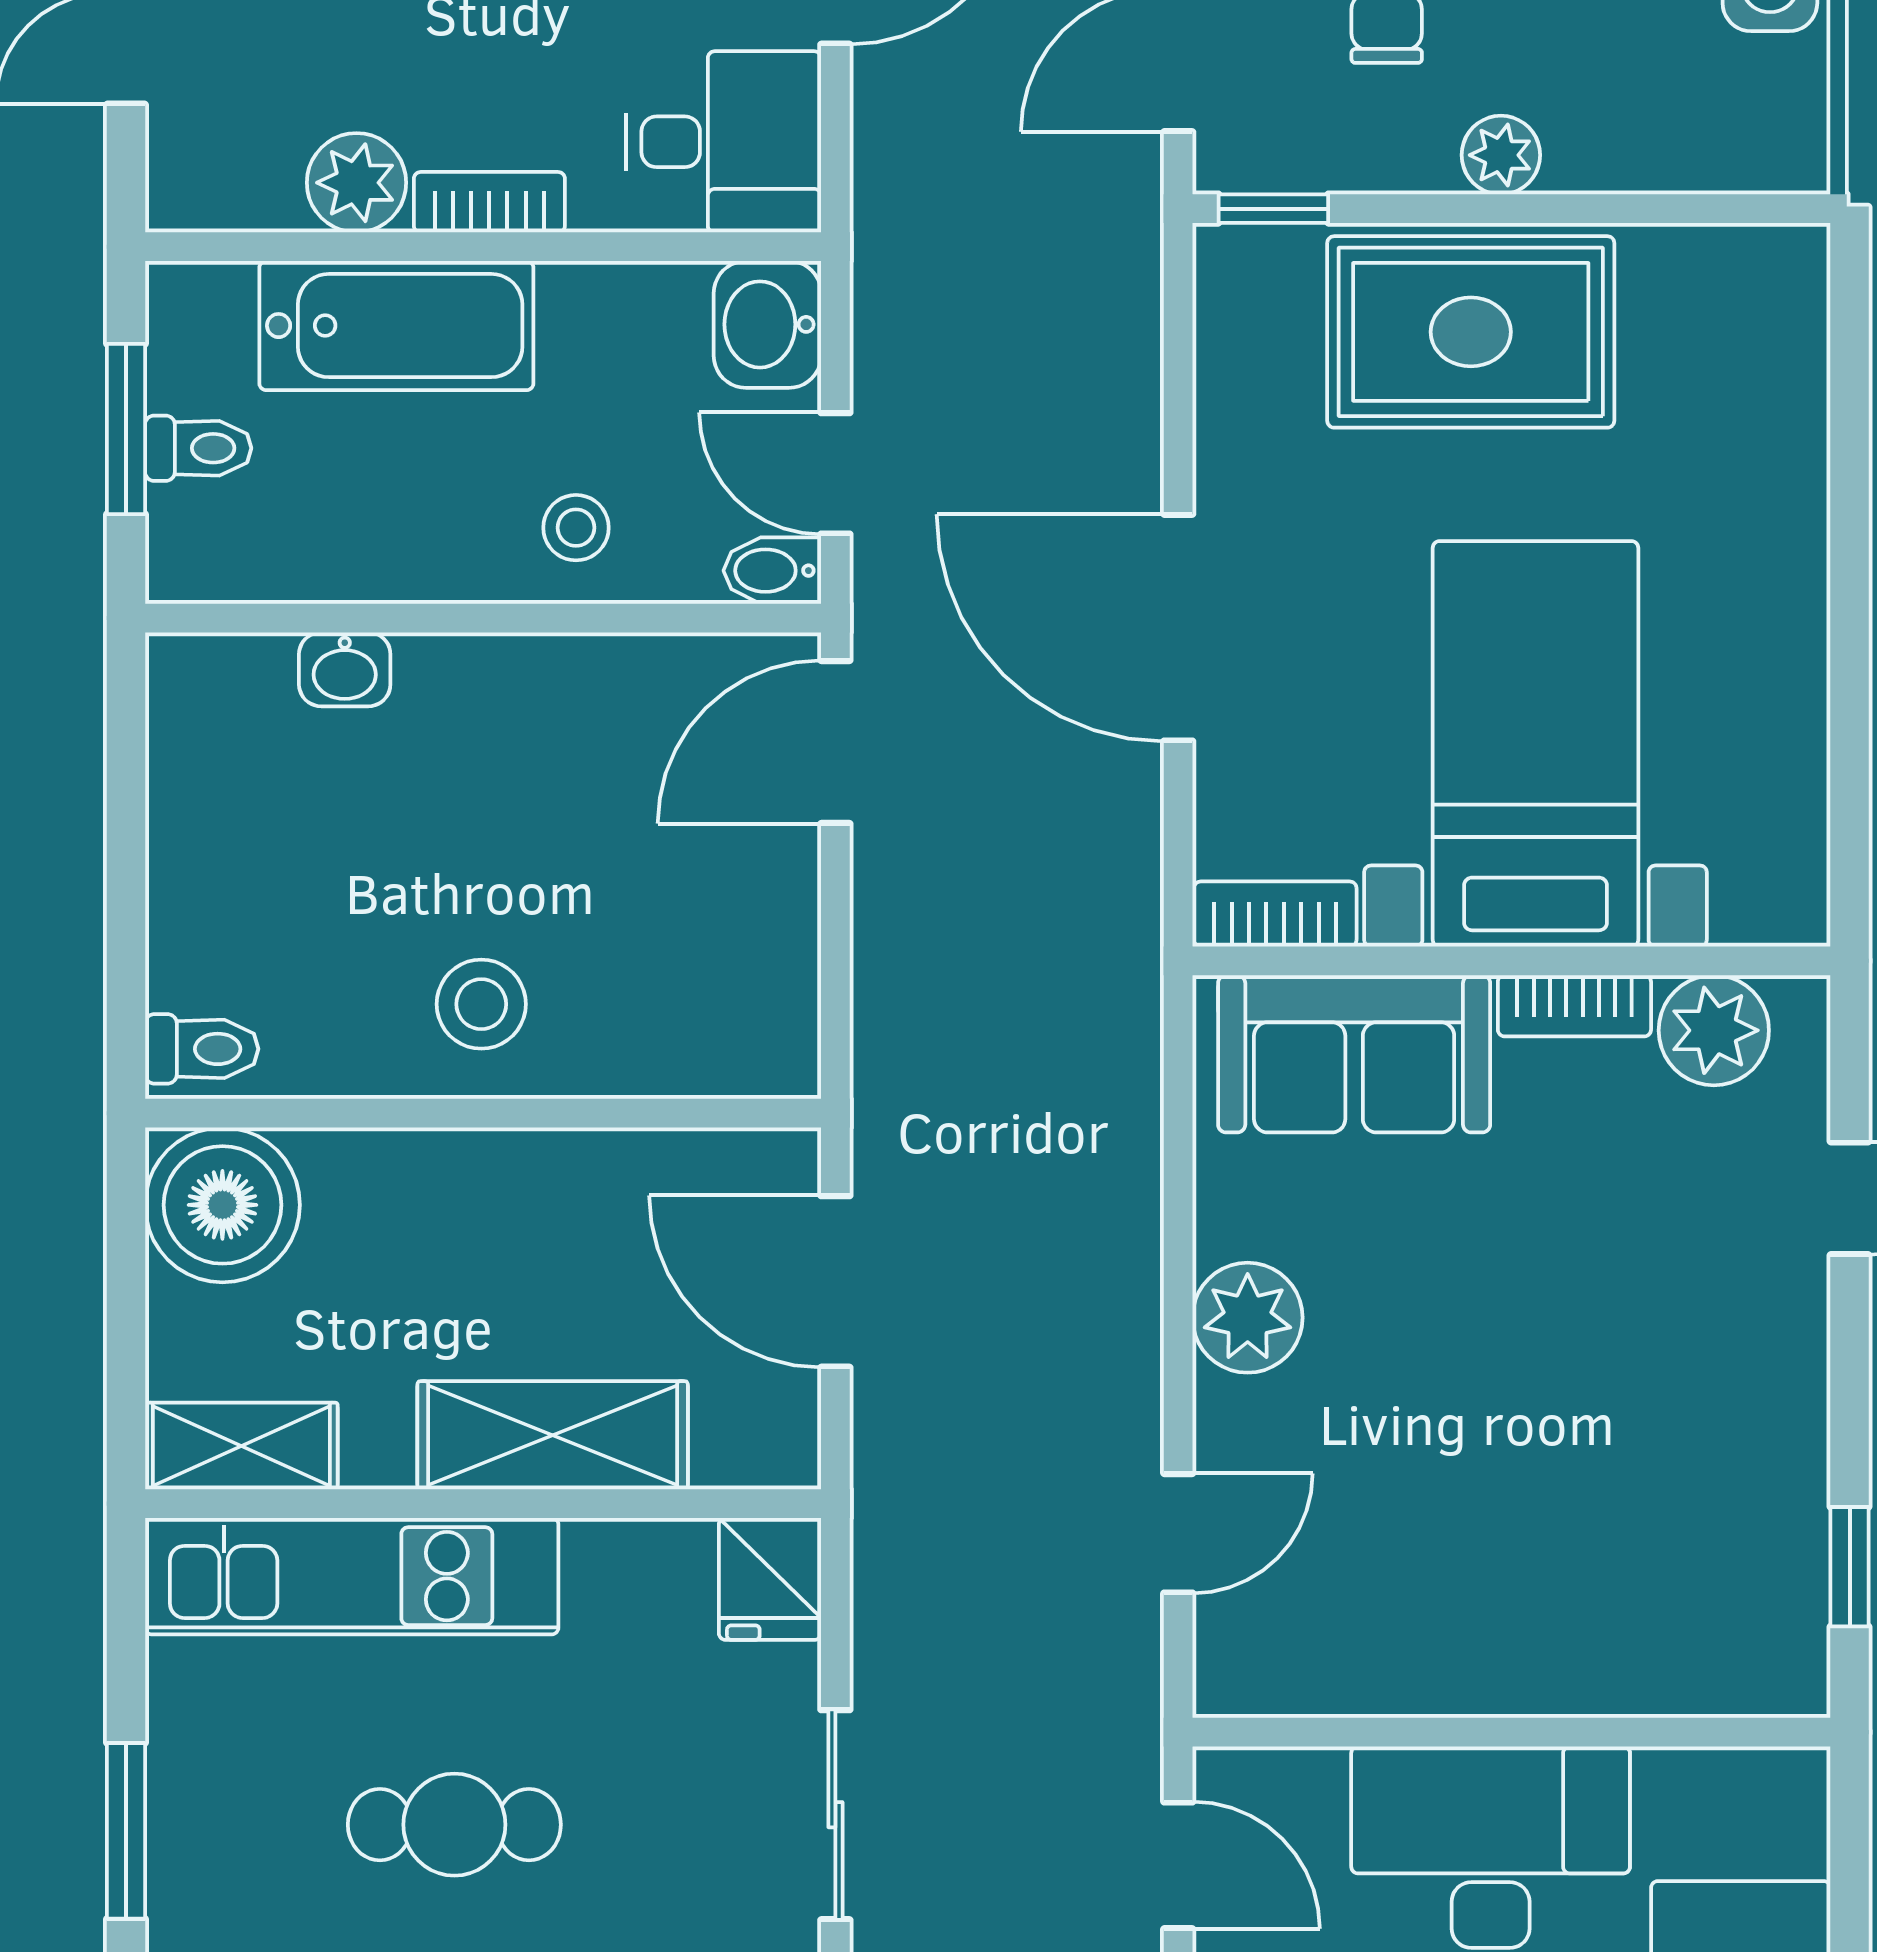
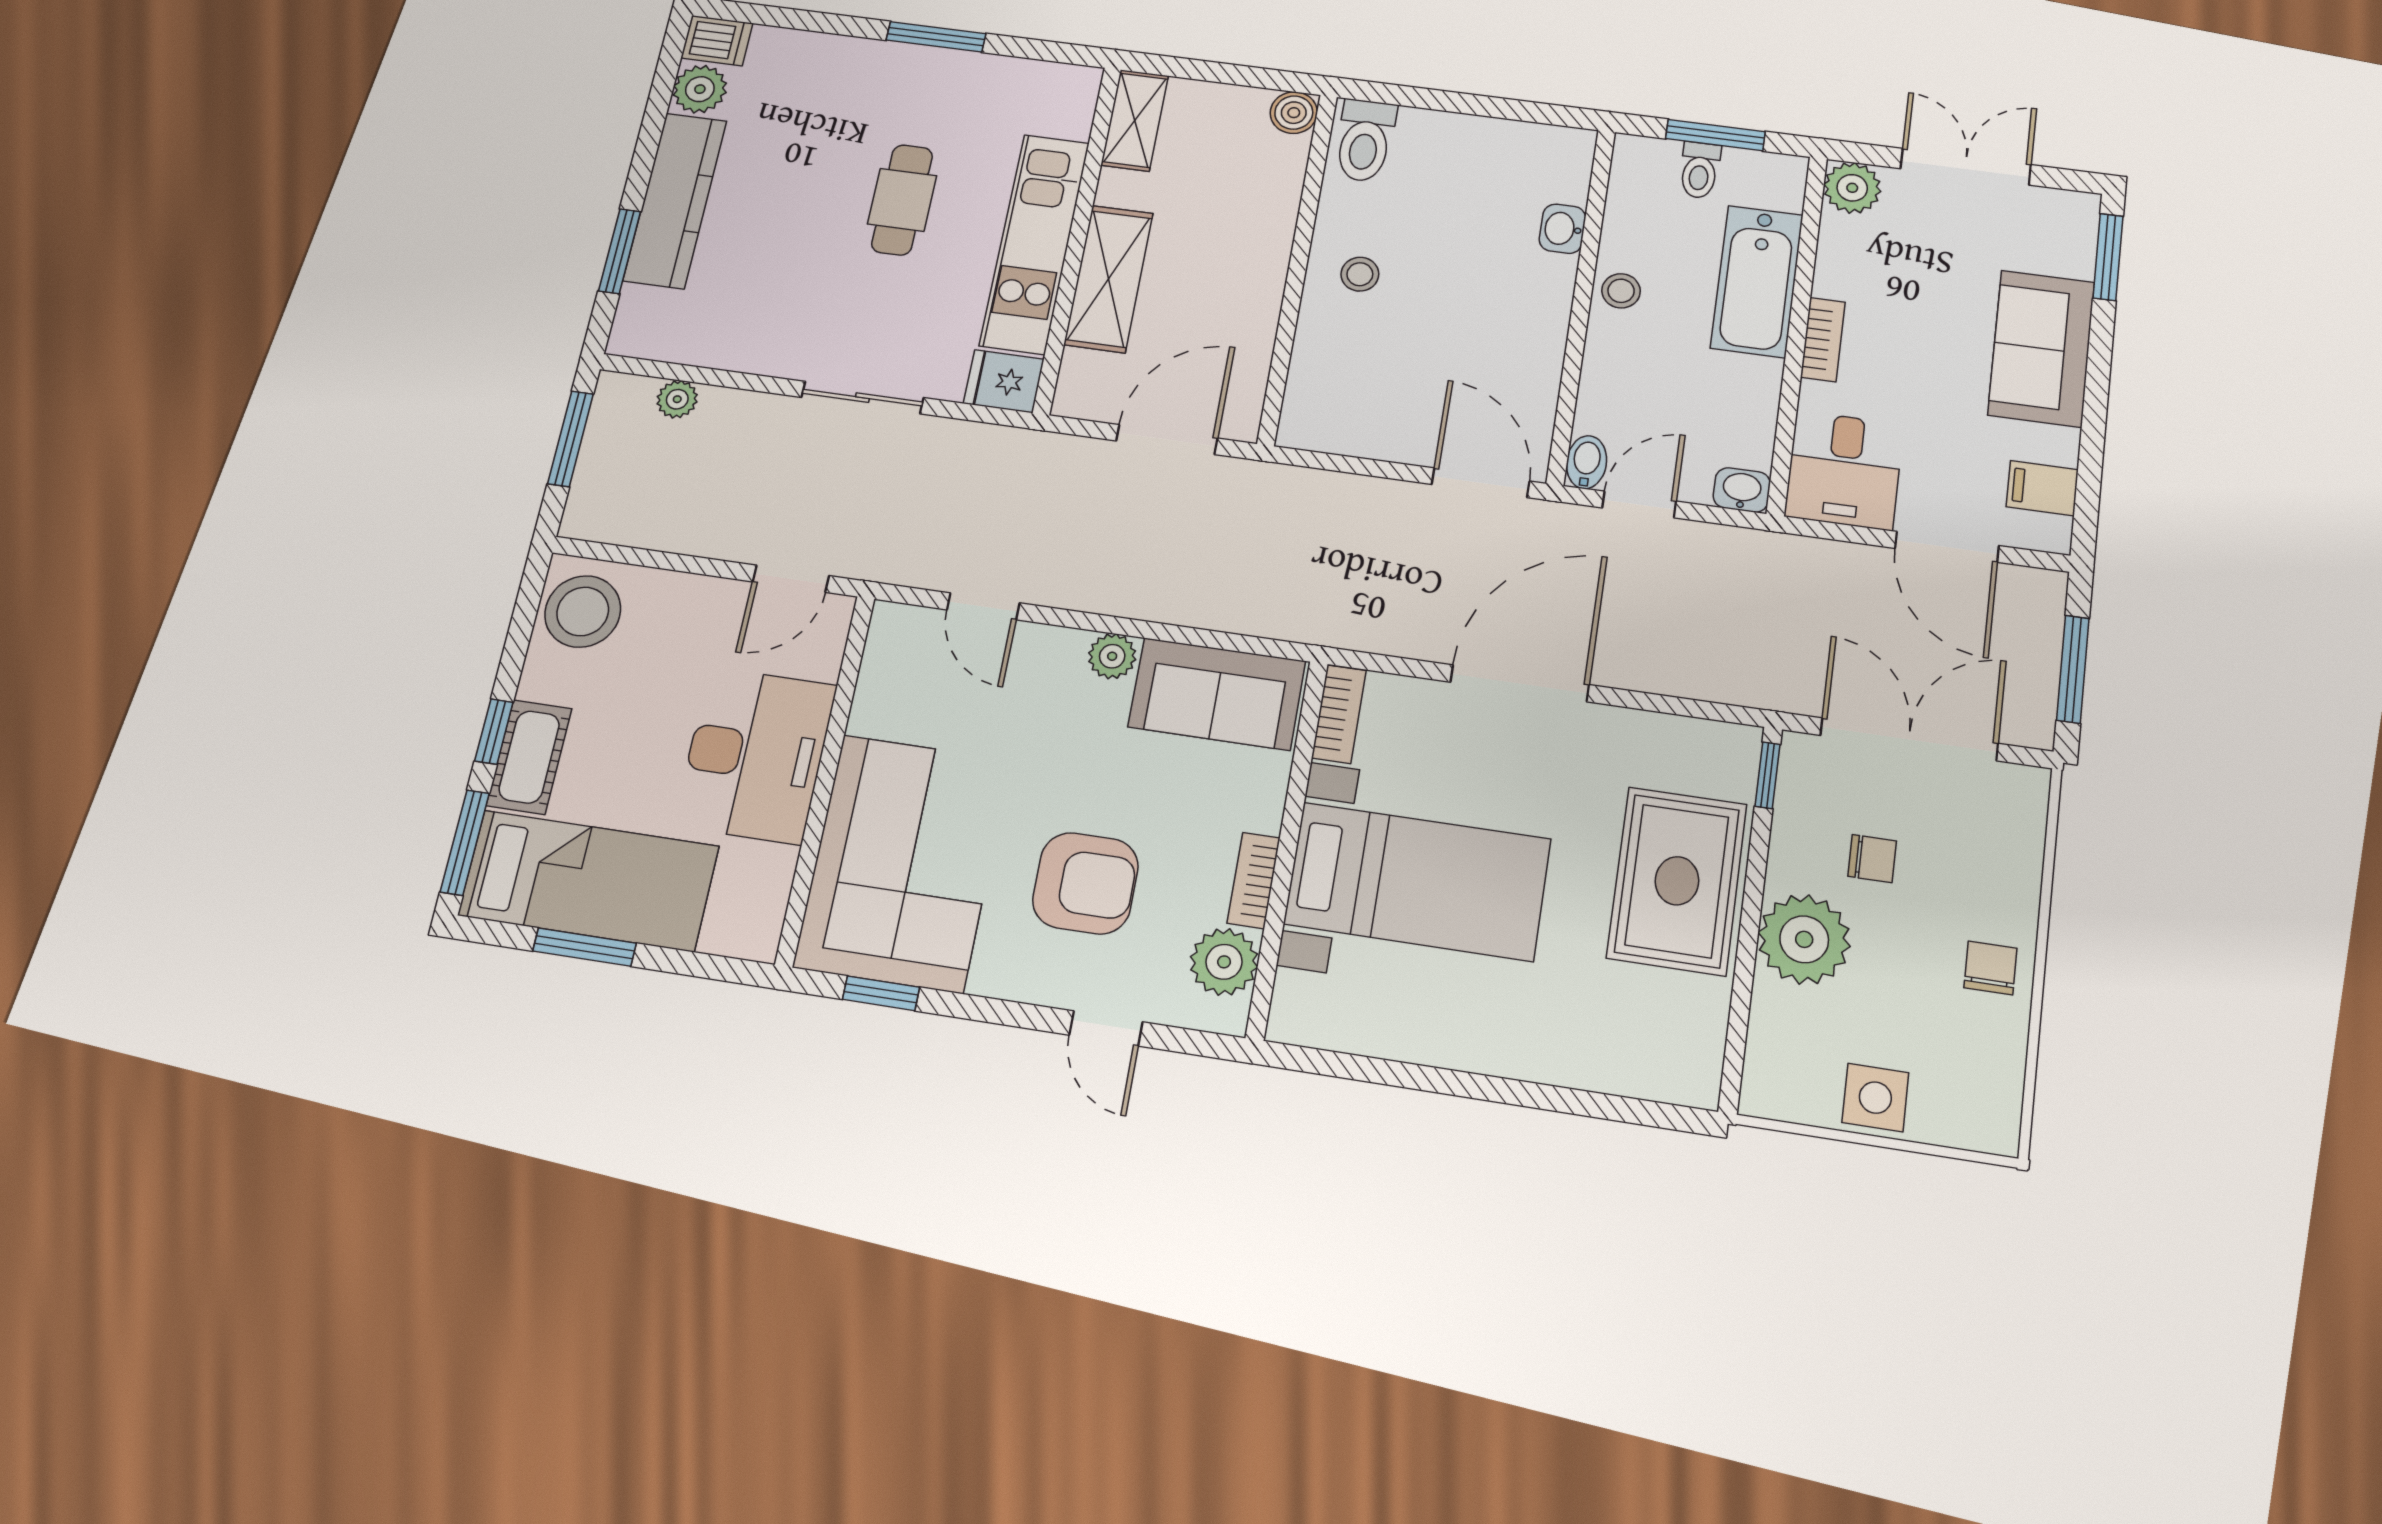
plant: (1501, 155) -> (1804, 939), width x1.87, depth x1.87
plant: (356, 183) -> (1852, 188), moved
washbasin: (767, 324) -> (1742, 490), width x0.72, depth x0.69
stool: (576, 528) -> (1621, 291), moved
stool: (481, 1004) -> (1360, 274), width x0.73, depth x0.73
toilet: (202, 1049) -> (1365, 141), width x1.37, depth x1.39
sofa: (1354, 1054) -> (1217, 694), moved, turned -90
boiler: (222, 1205) -> (1294, 113), width x0.54, depth x0.54
armchair: (1621, 1275) -> (1085, 883), added
plant: (1248, 1318) -> (1112, 656), width x0.73, depth x0.73
kitchen unit: (352, 1576) -> (1035, 244), moved
corner sofa: (1633, 1577) -> (903, 863), added

